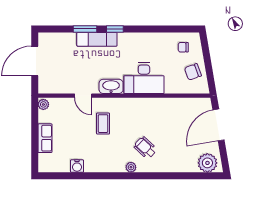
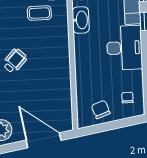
desk: (144, 78) -> (124, 48), moved, turned 180

